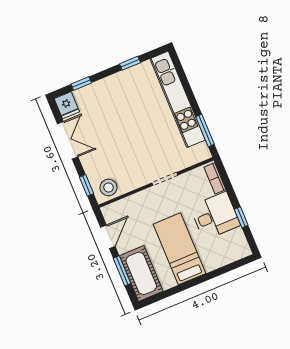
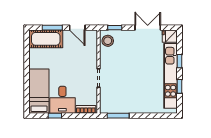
window: (81, 83) -> (180, 61), moved
kitchen unit: (178, 99) -> (170, 76), moved, turned -90
double door: (68, 140) -> (148, 28), swing flipped
bed: (179, 249) -> (39, 91), moved, turned -90

